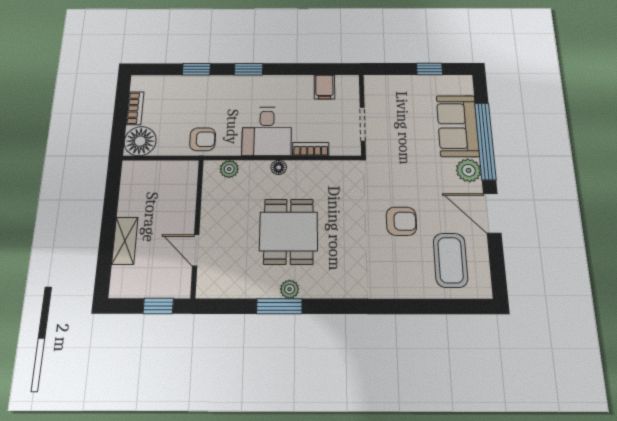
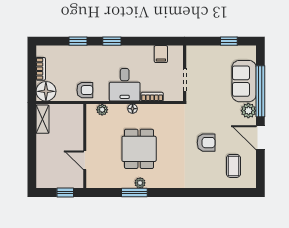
shelving: (125, 241) -> (43, 119), moved
coffee table: (450, 260) -> (233, 166), width x0.73, depth x0.77

